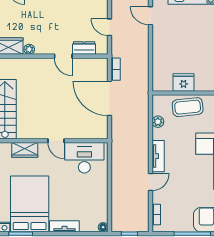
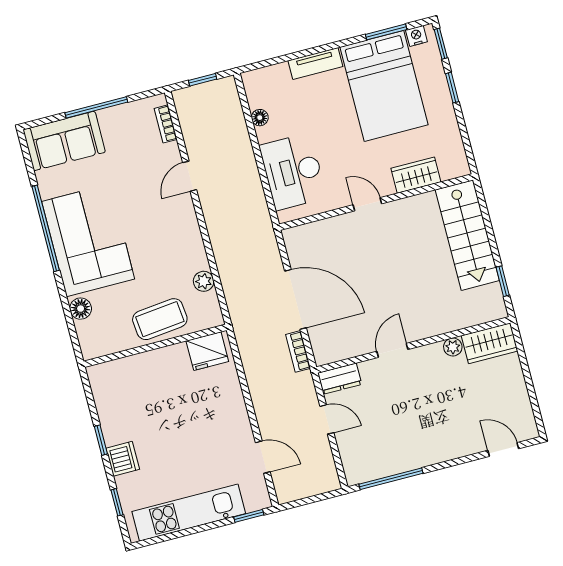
dresser: (84, 48) -> (340, 379), moved
door: (63, 56) -> (392, 350), hinge flipped
fridge: (184, 82) -> (207, 351), moved
tv unit: (158, 156) -> (188, 223), removed
desk: (84, 158) -> (293, 172), moved, turned 90
floor lamp: (103, 227) -> (260, 118), moved

